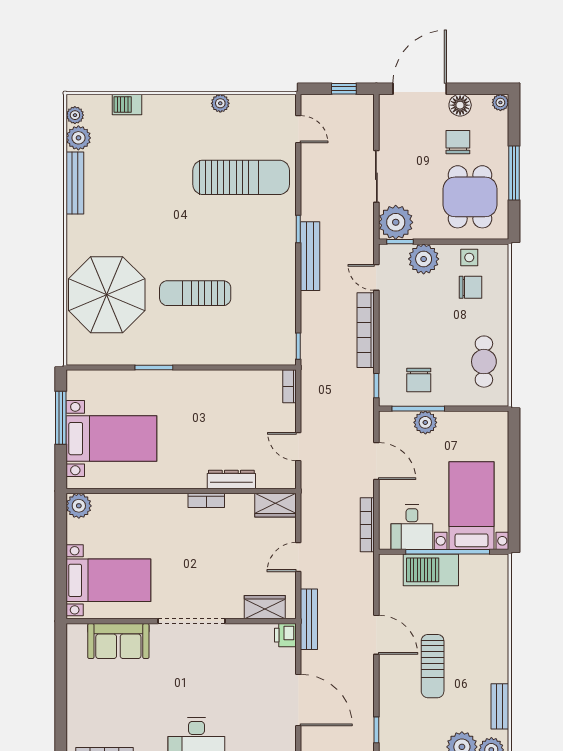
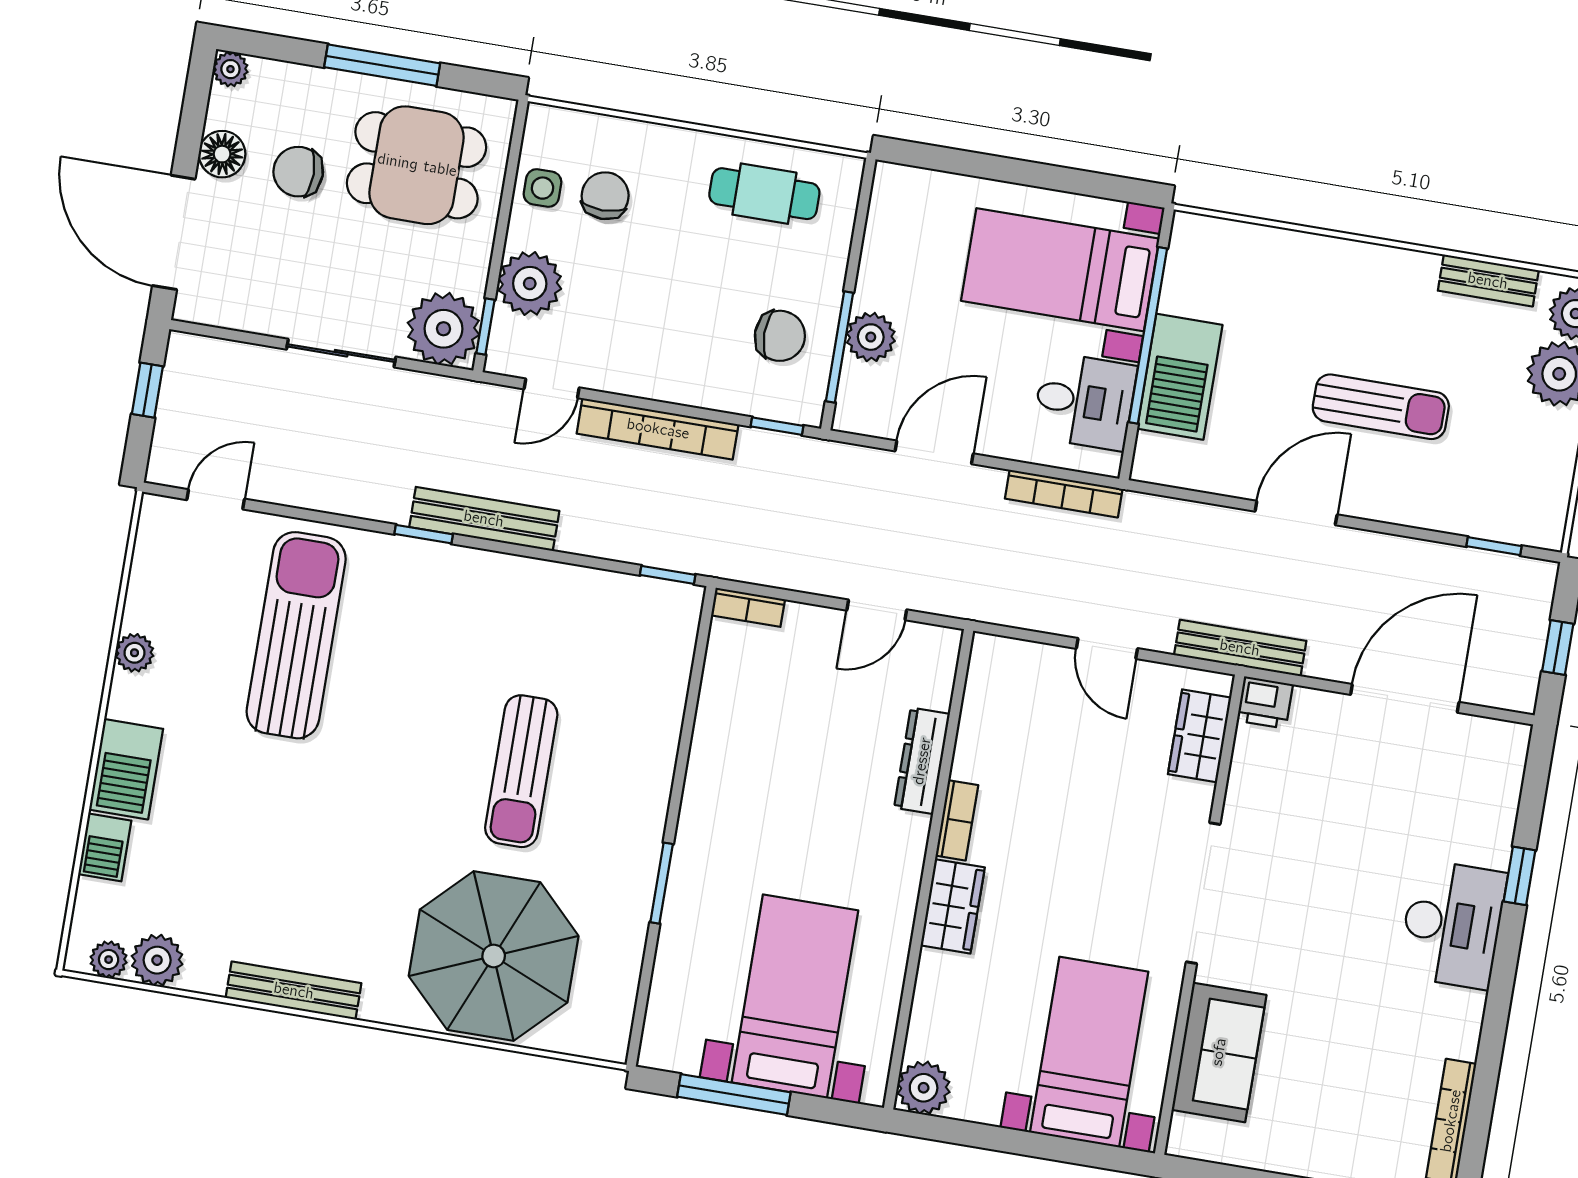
barbecue: (165, 108) -> (126, 769), added
bench: (75, 183) -> (294, 991), moved
wardrobe: (275, 505) -> (953, 906), moved

